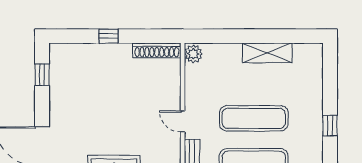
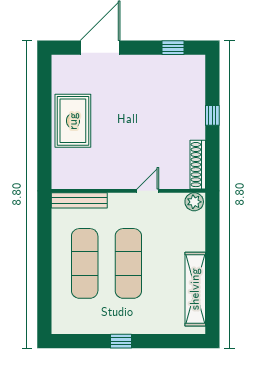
shelving: (267, 53) -> (195, 289), width x1.47
door: (183, 121) -> (148, 191), moved

